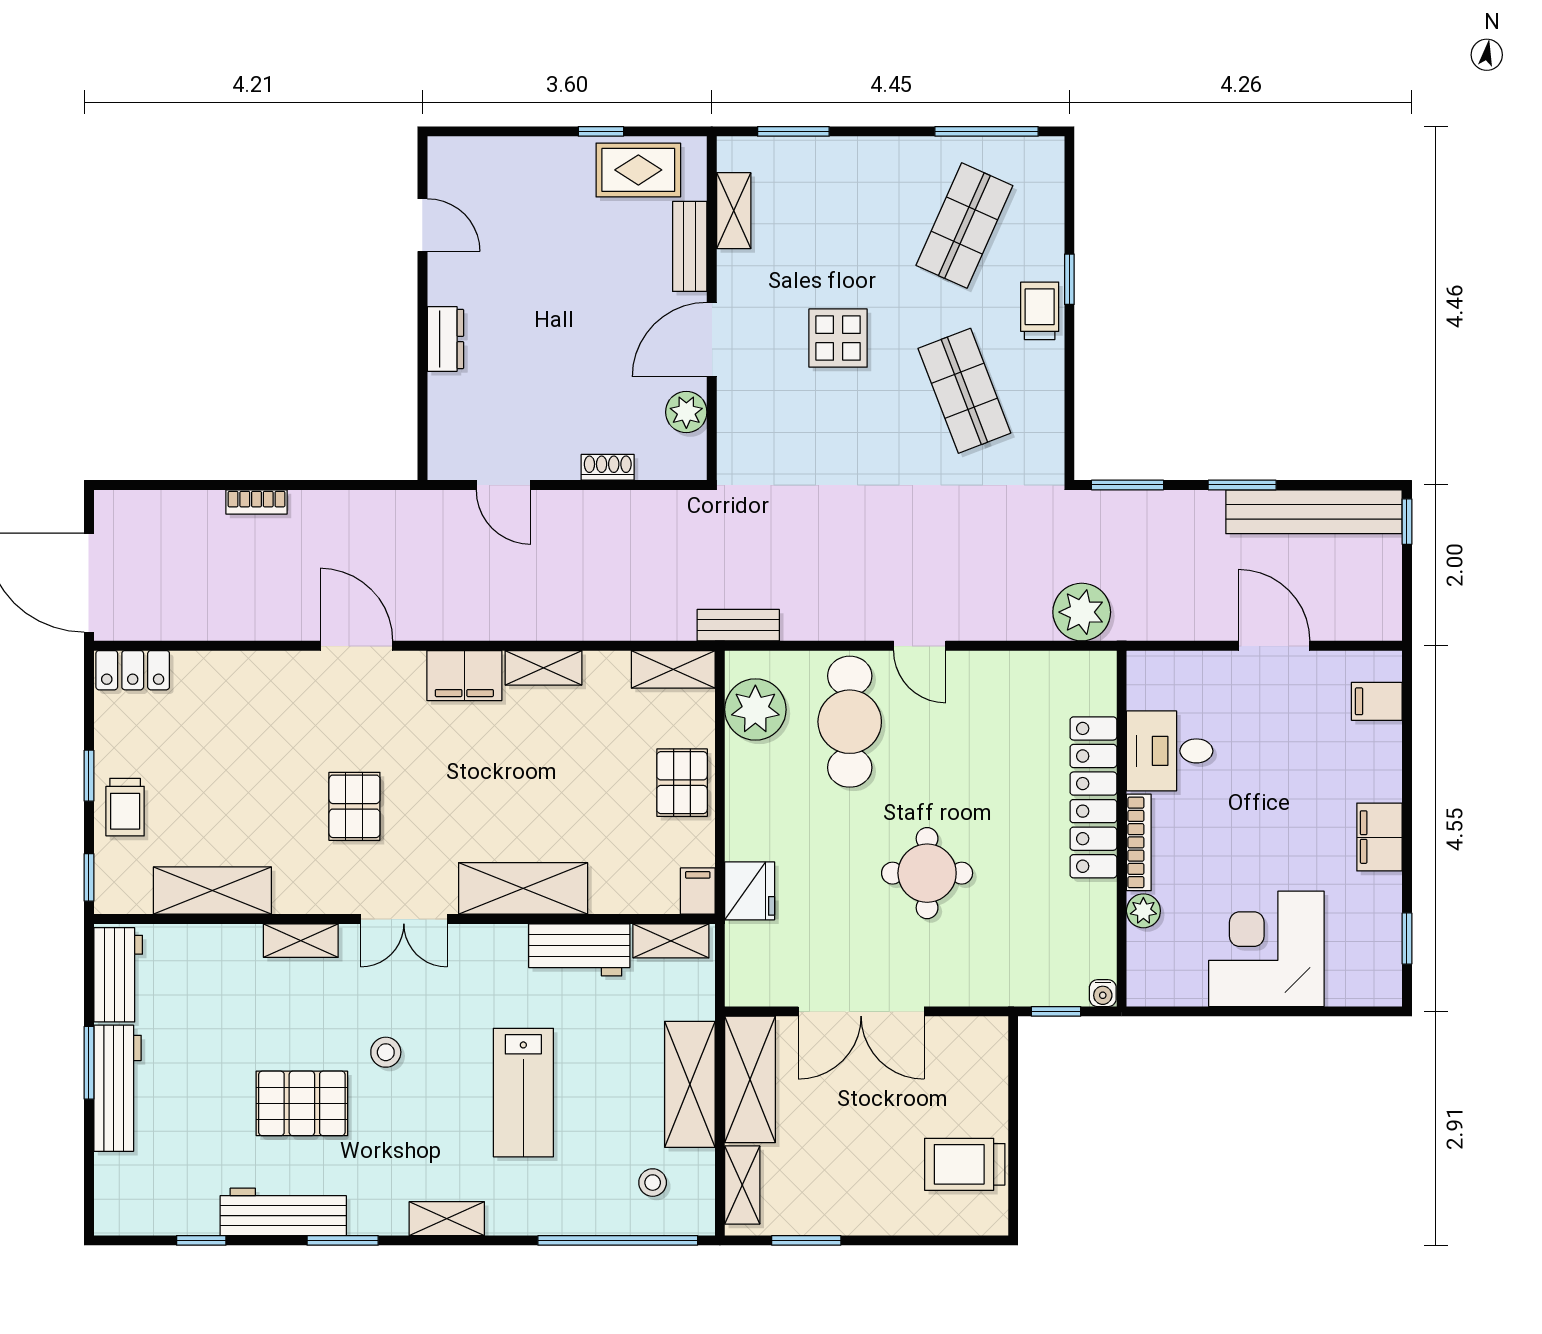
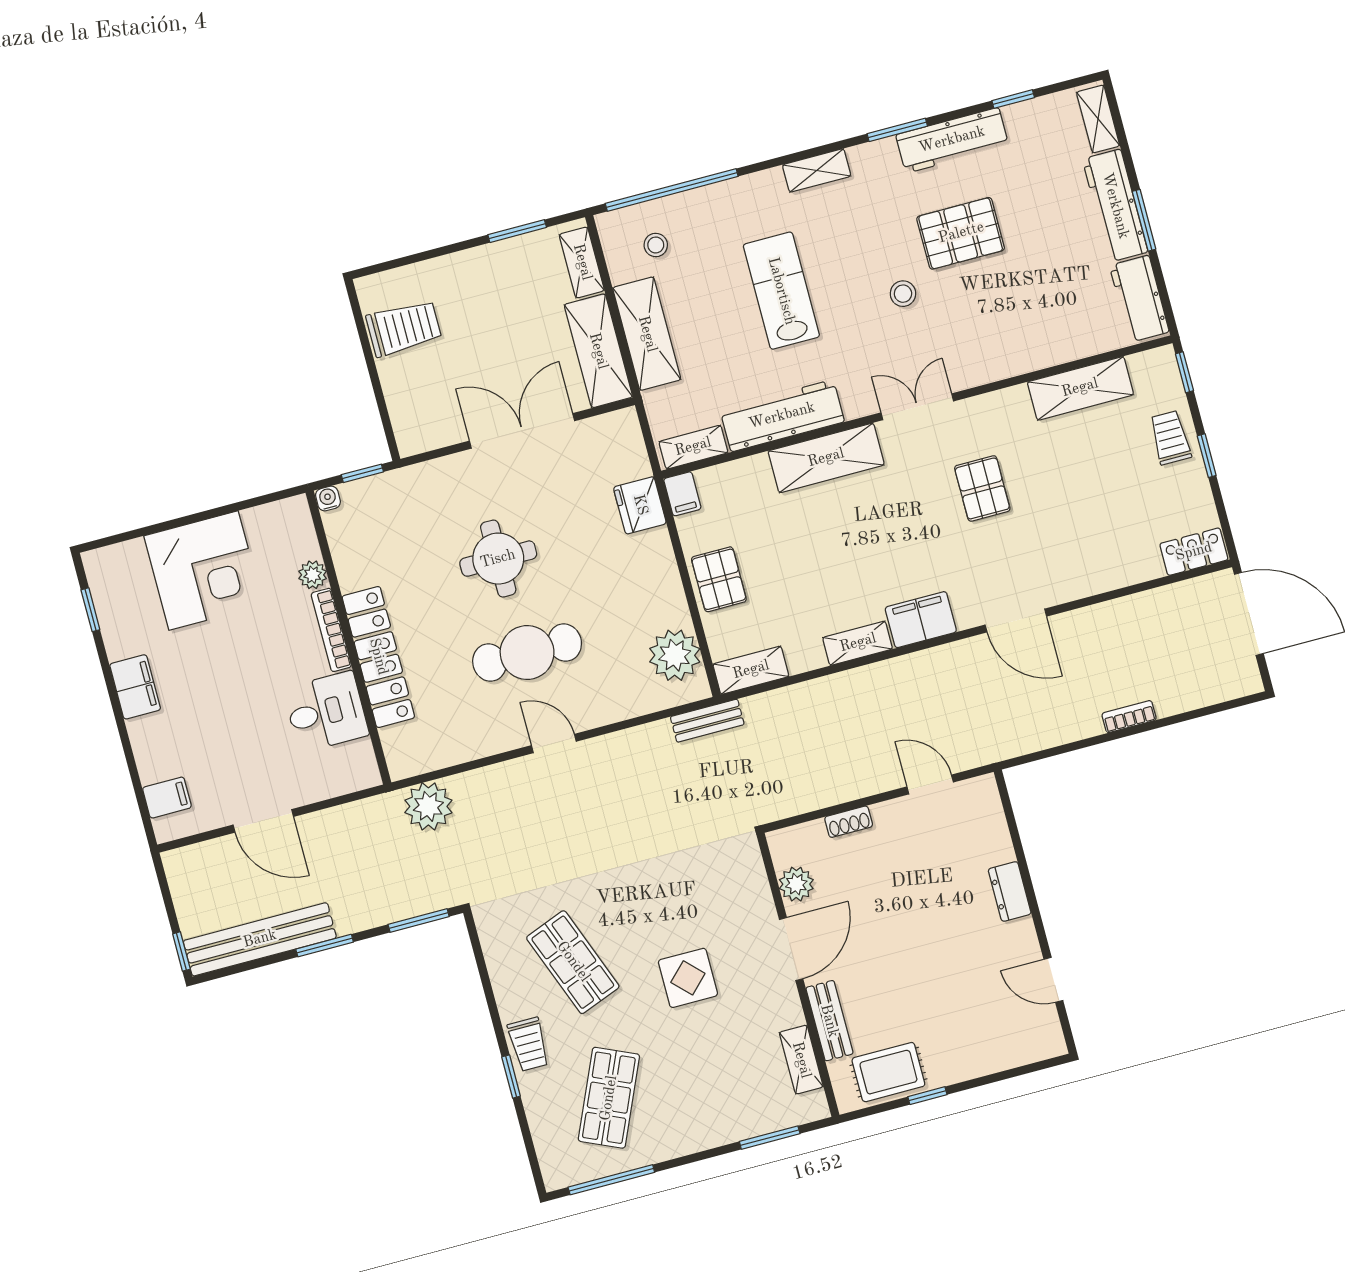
cafe table: (850, 722) -> (527, 653), moved, turned 90
shelving: (301, 941) -> (1098, 119), moved, turned 90
workbench: (579, 950) -> (782, 416), width x1.38

